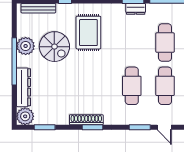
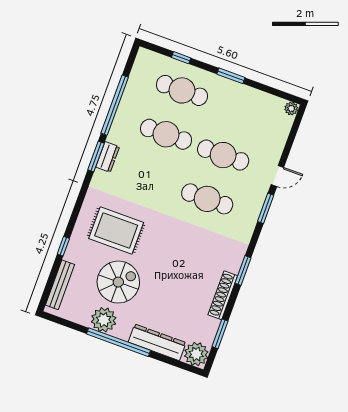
shoe rack: (86, 120) -> (223, 295), moved

